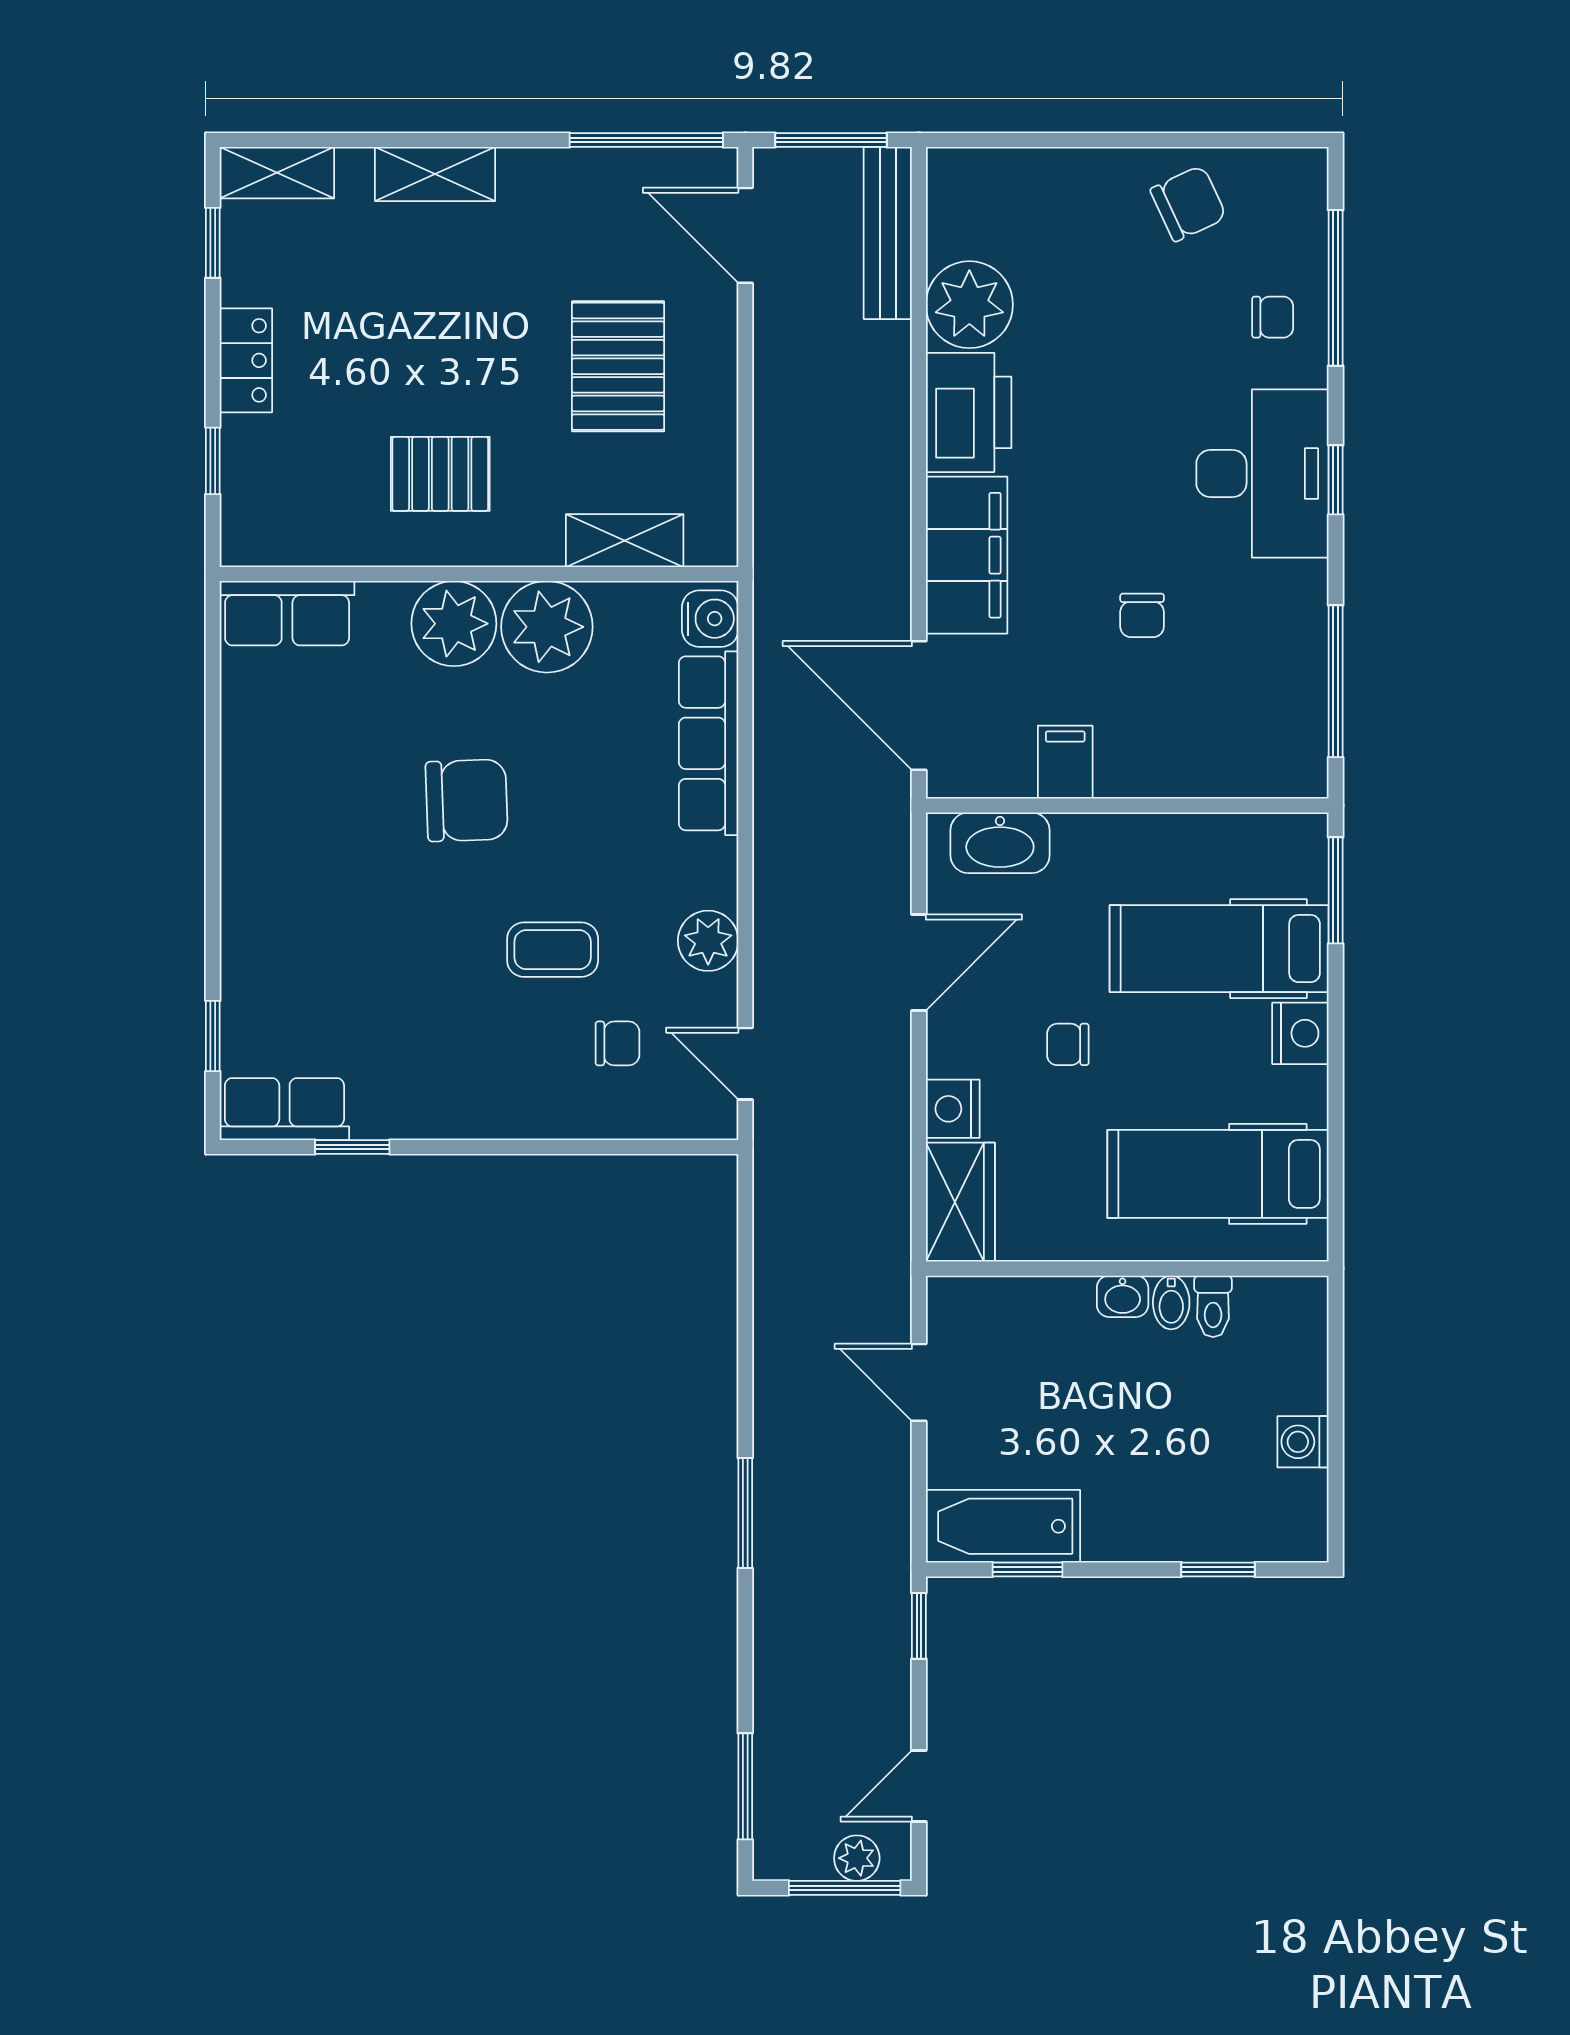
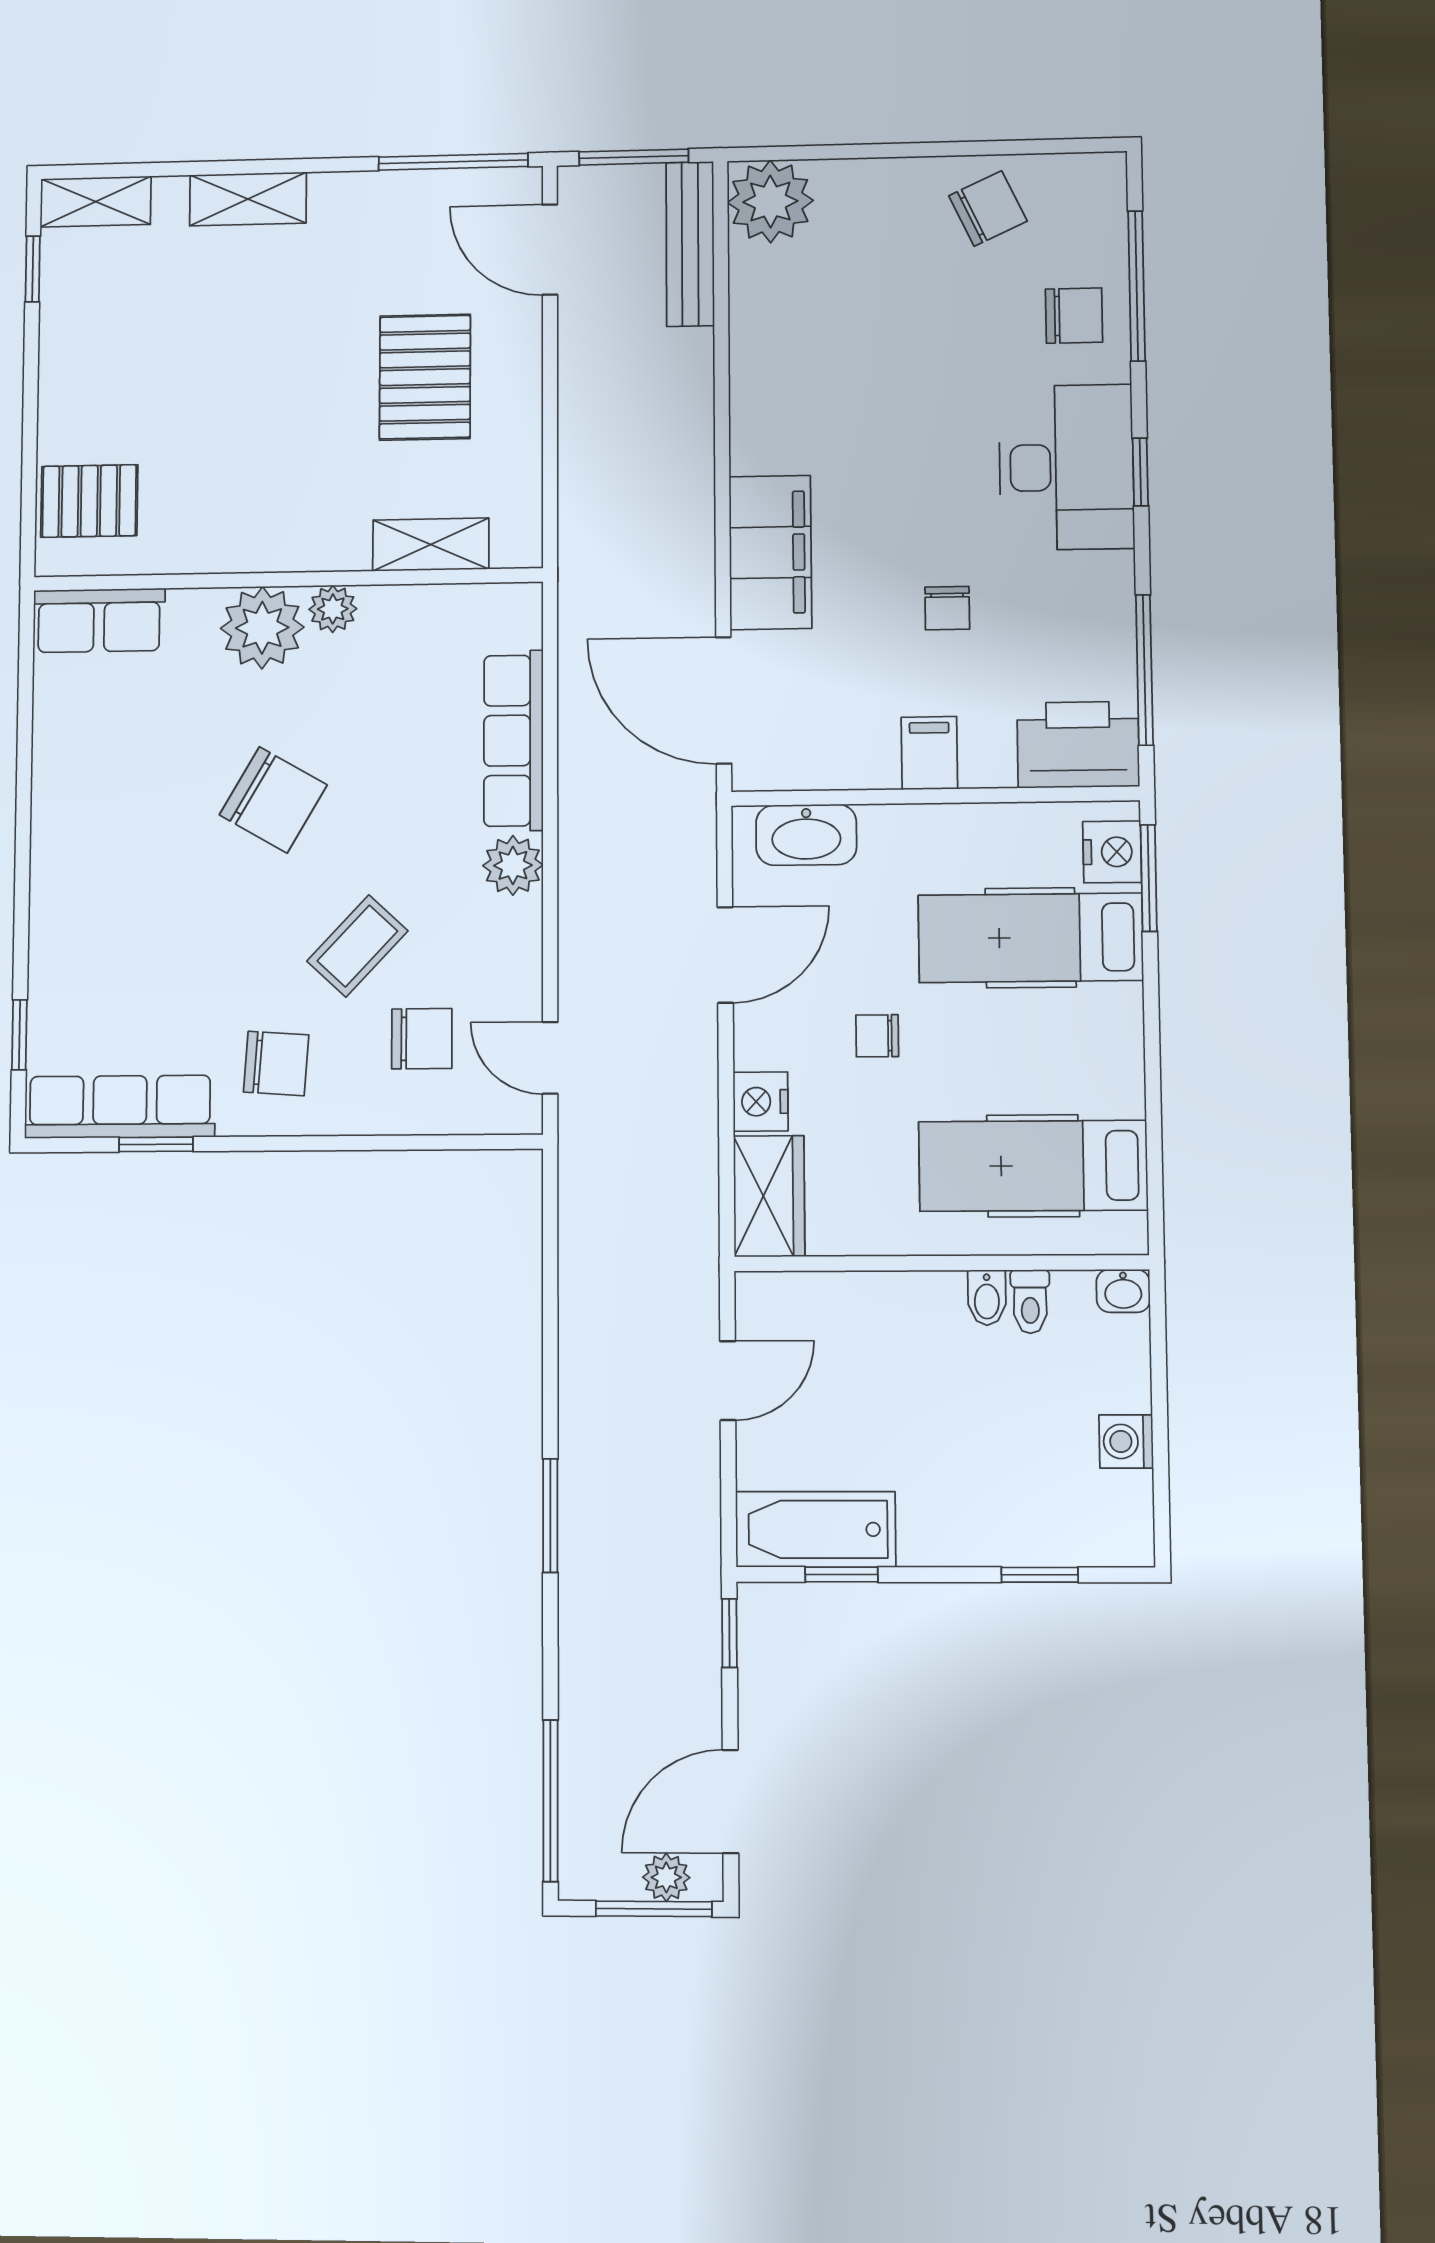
plant: (969, 305) -> (770, 201), moved
chair: (1273, 317) -> (1074, 316), width x1.37, depth x1.37
locker: (246, 360) -> (63, 379), removed
printer: (969, 412) -> (1078, 745), moved, turned -90
window: (213, 461) -> (29, 476), removed
pallet: (440, 474) -> (89, 501), moved
water cooler: (710, 619) -> (515, 619), removed
plant: (547, 627) -> (333, 609), width x0.53, depth x0.53
filing cabinet: (1065, 762) -> (929, 753), moved
chair: (467, 800) -> (273, 800), turned 32
plant: (708, 941) -> (513, 865), moved
coffee table: (553, 950) -> (357, 946), turned -47
nightstand: (1300, 1033) -> (1112, 852), moved
chair: (617, 1043) -> (422, 1039), width x1.37, depth x1.37
chair: (472, 1067) -> (276, 1063), added
row of seats: (284, 1109) -> (120, 1107), width x1.48
washbasin: (1123, 1296) -> (1123, 1291), moved
door: (919, 1382) -> (728, 1381), swing flipped
window: (745, 1786) -> (550, 1801), width x1.44
door: (919, 1786) -> (730, 1802), width x1.38

